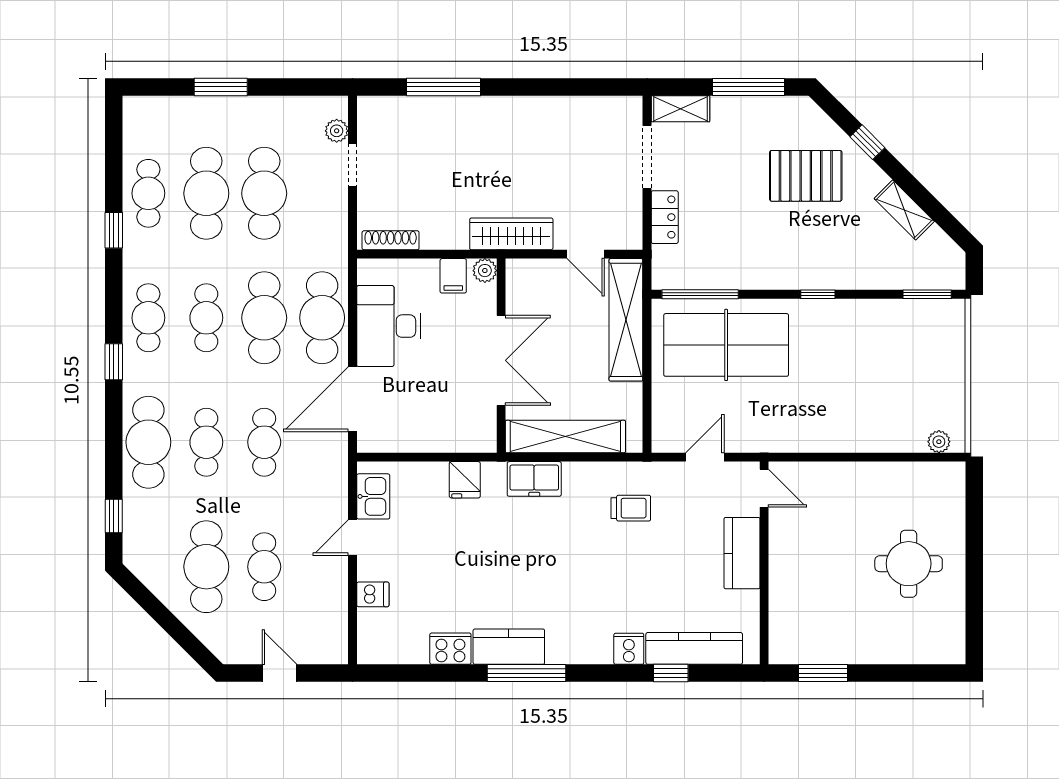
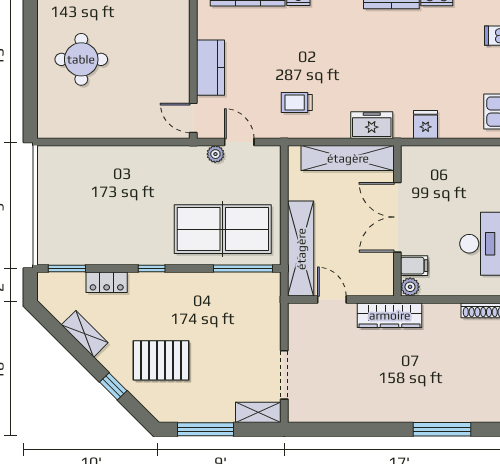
locker: (665, 217) -> (107, 282), moved, turned -90
filing cabinet: (453, 276) -> (414, 266), moved, turned 90
plant: (939, 442) -> (215, 154), moved
door: (705, 457) -> (239, 142), swing flipped

